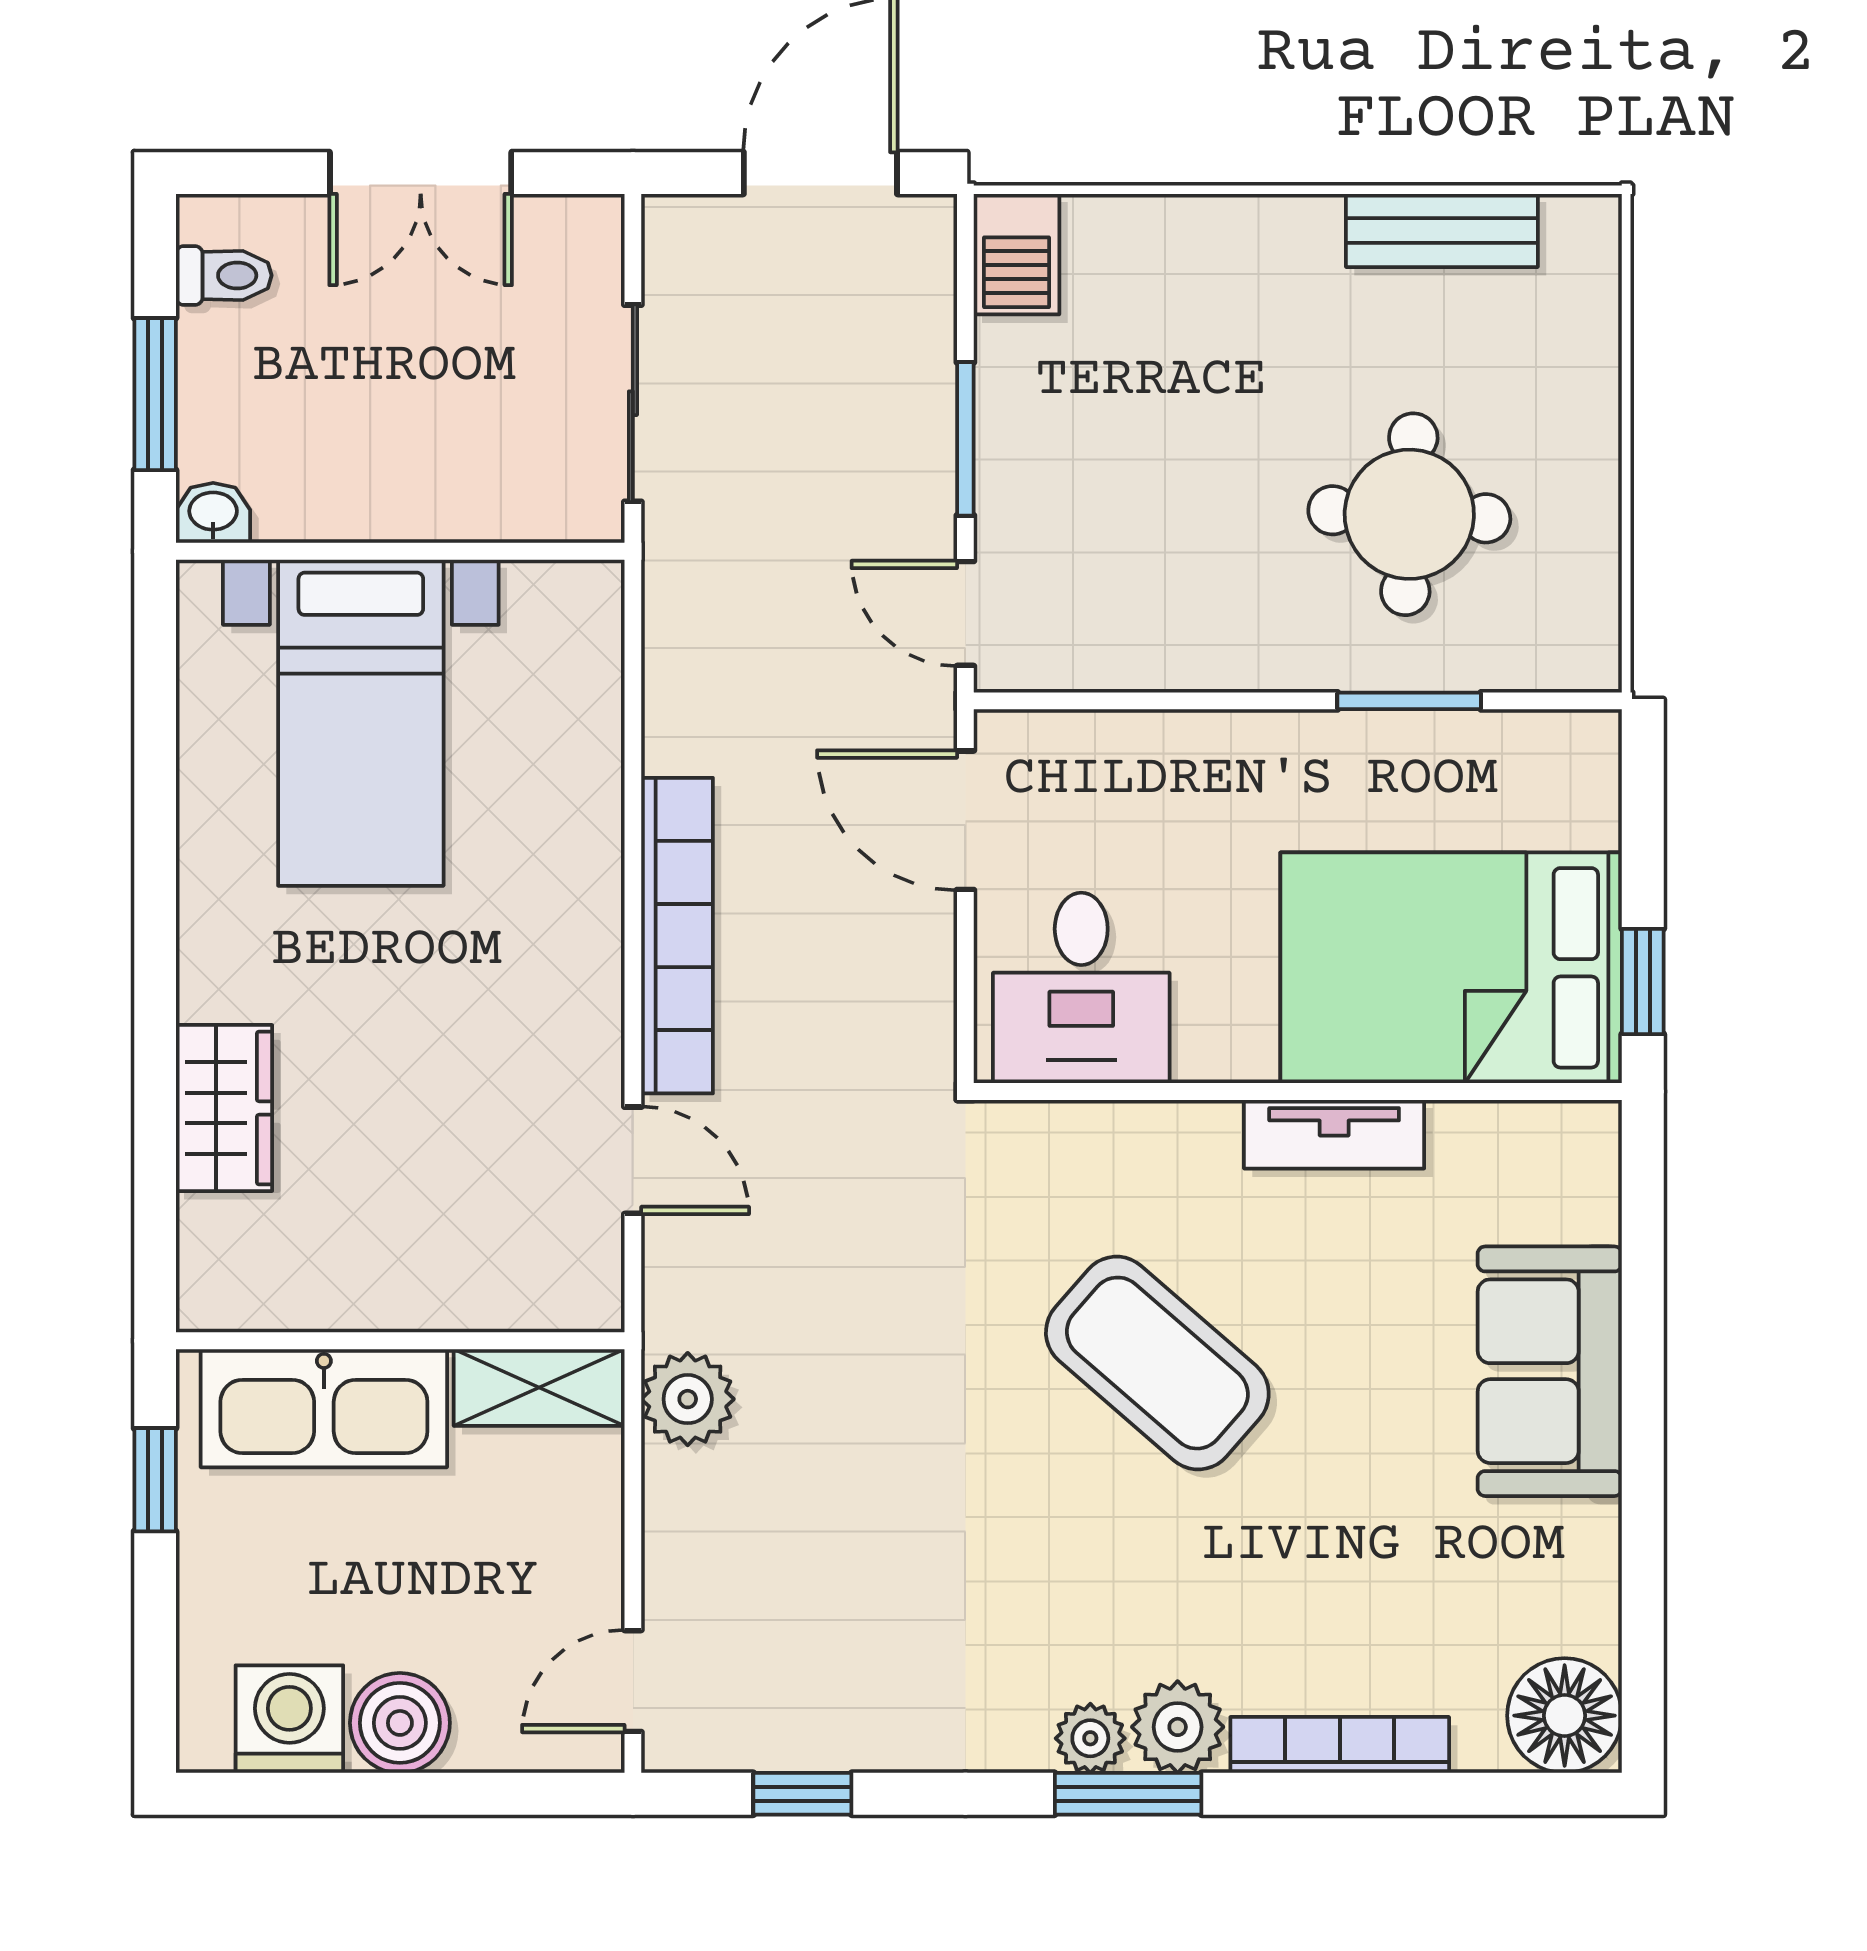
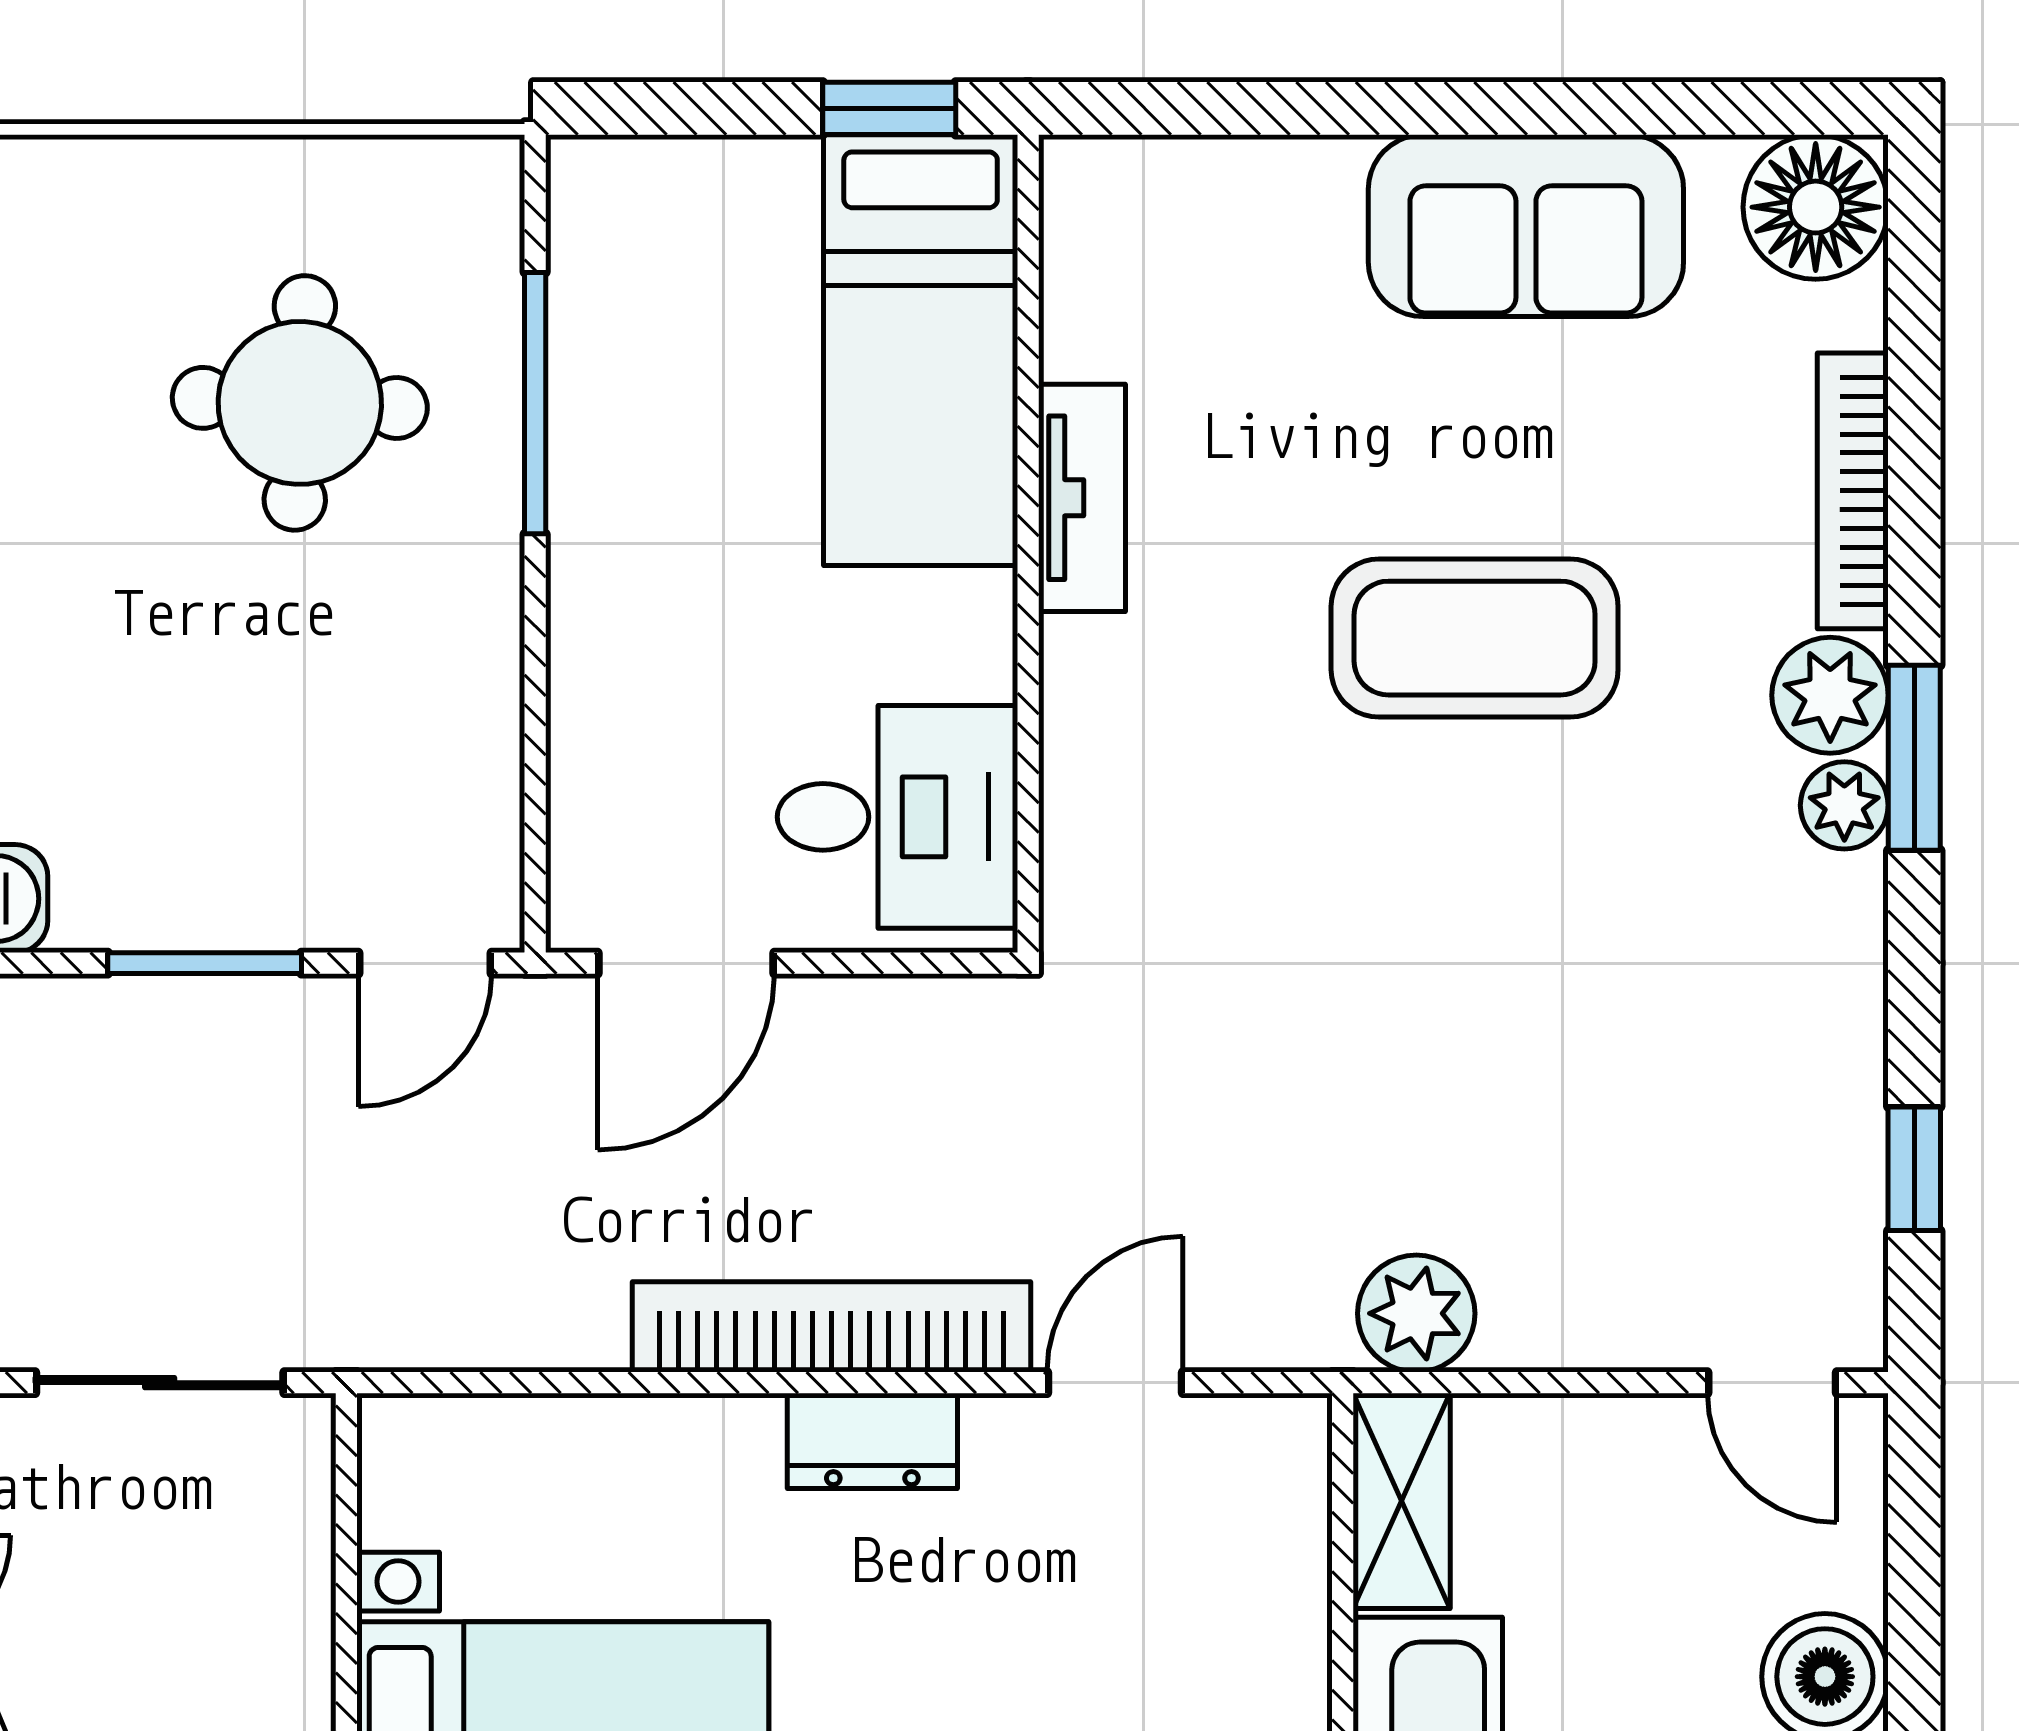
window: (1409, 701) -> (535, 403), width x1.44
dresser: (587, 968) -> (872, 1441), added
bed: (1451, 968) -> (921, 350), width x0.67
coffee table: (1157, 1363) -> (1475, 638), moved, turned 49
sofa: (1550, 1371) -> (1526, 226), moved

